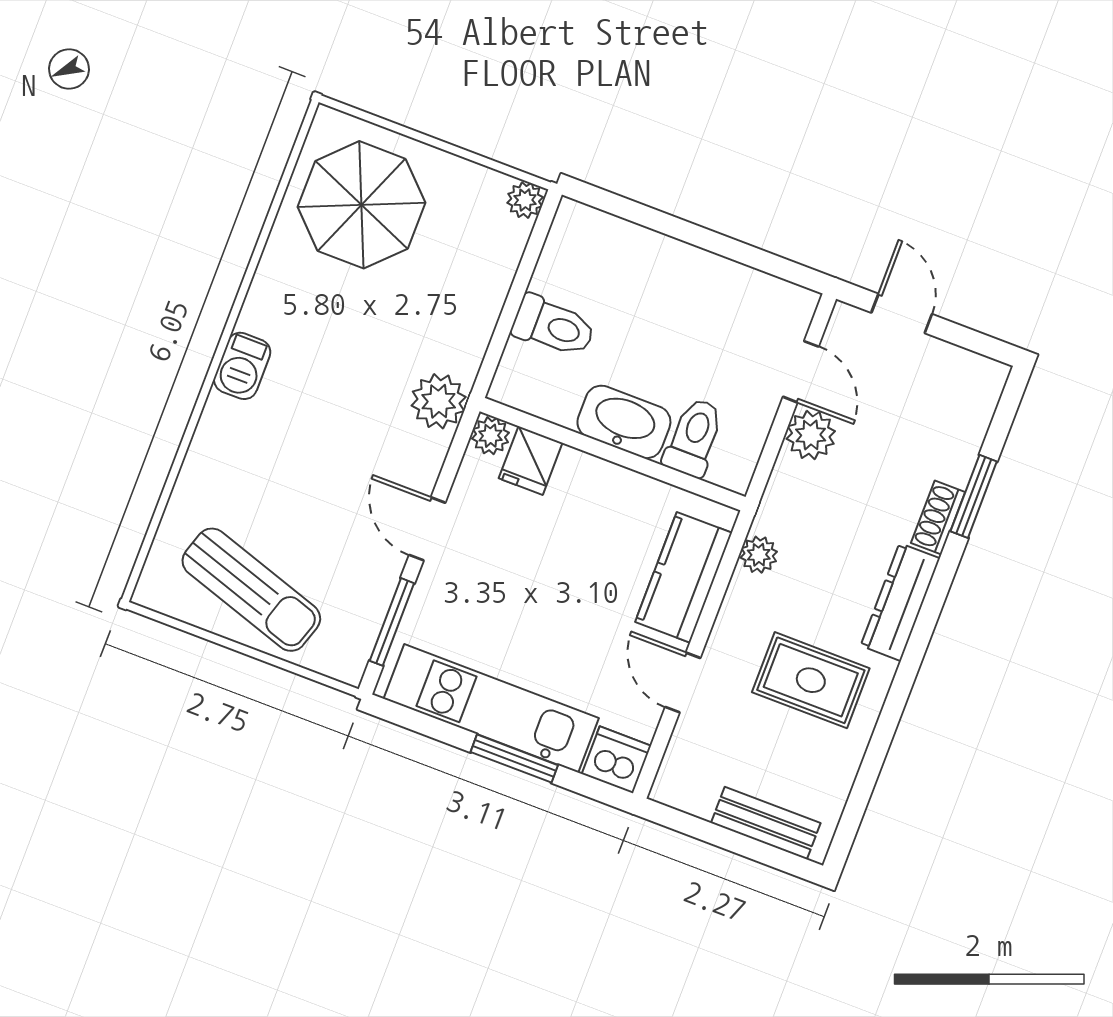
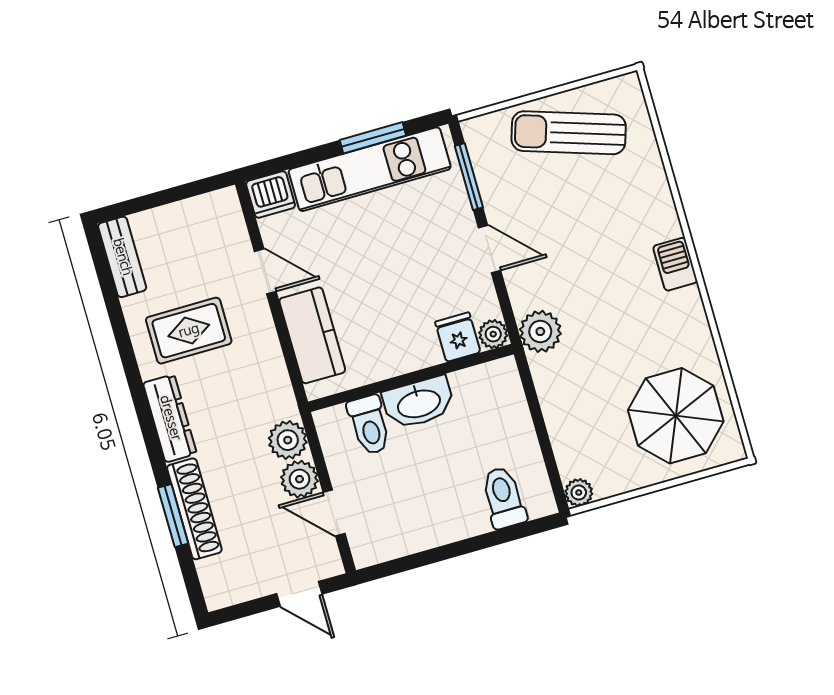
toilet: (554, 326) -> (504, 498), moved, turned 90
shoe rack: (938, 517) -> (194, 509), width x1.94, depth x1.24
plant: (759, 555) -> (288, 440), moved, width x1.38, depth x1.38
window: (514, 759) -> (373, 138), moved
bench: (766, 823) -> (122, 257), moved, turned 90

